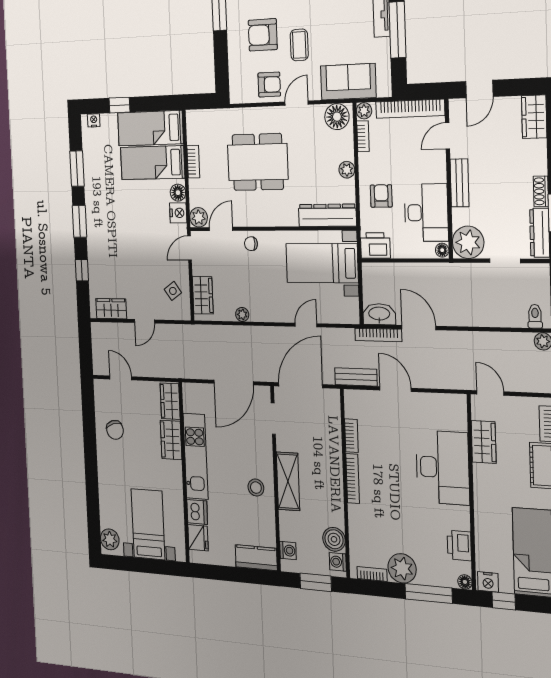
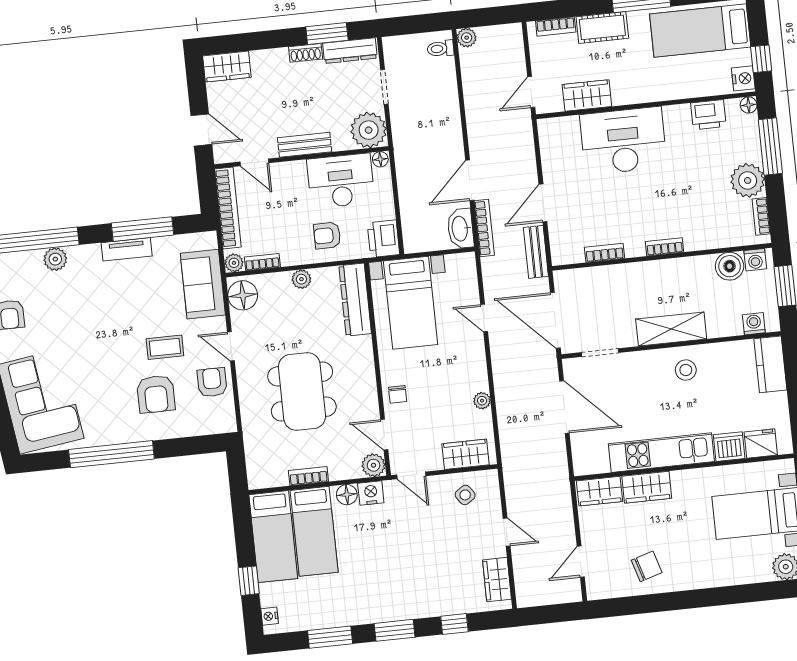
bookcase: (353, 479) -> (664, 247), width x0.64

